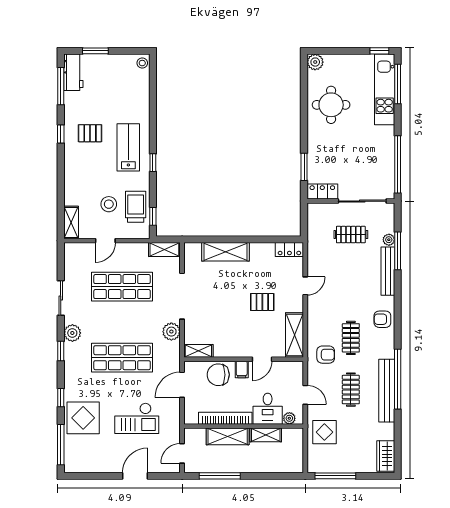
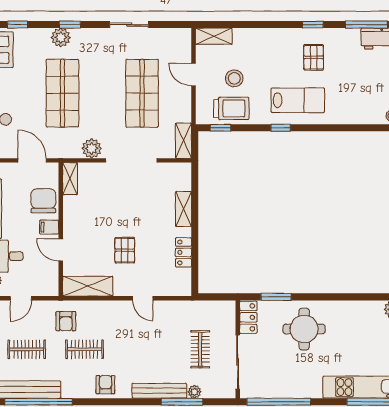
round table: (331, 105) -> (304, 329), moved
locker: (289, 249) -> (184, 252), moved
shelving: (226, 252) -> (184, 209), width x0.67, depth x0.75
plant: (72, 333) -> (61, 38), moved

